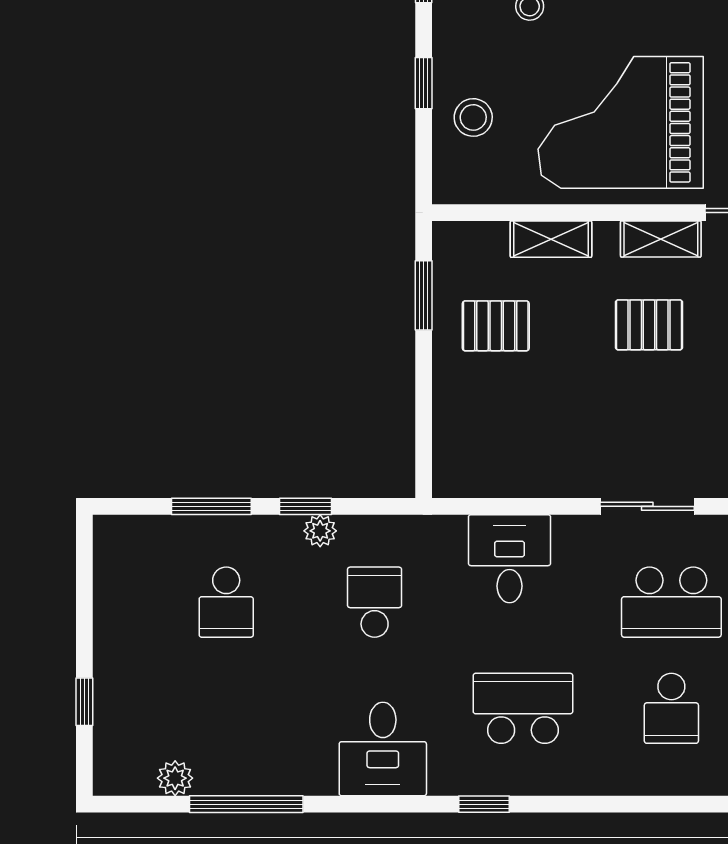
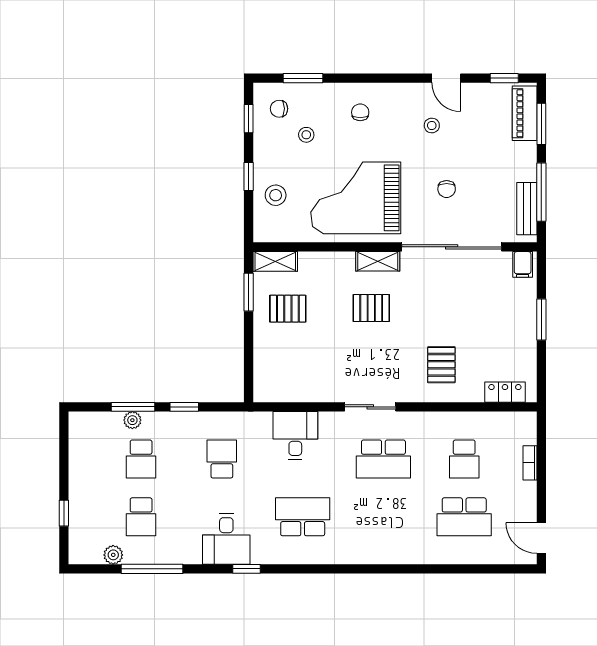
shelving: (551, 239) -> (275, 261), moved
plant: (320, 531) -> (132, 420), moved
school desk: (671, 708) -> (141, 517), moved
window: (484, 804) -> (247, 569), moved

